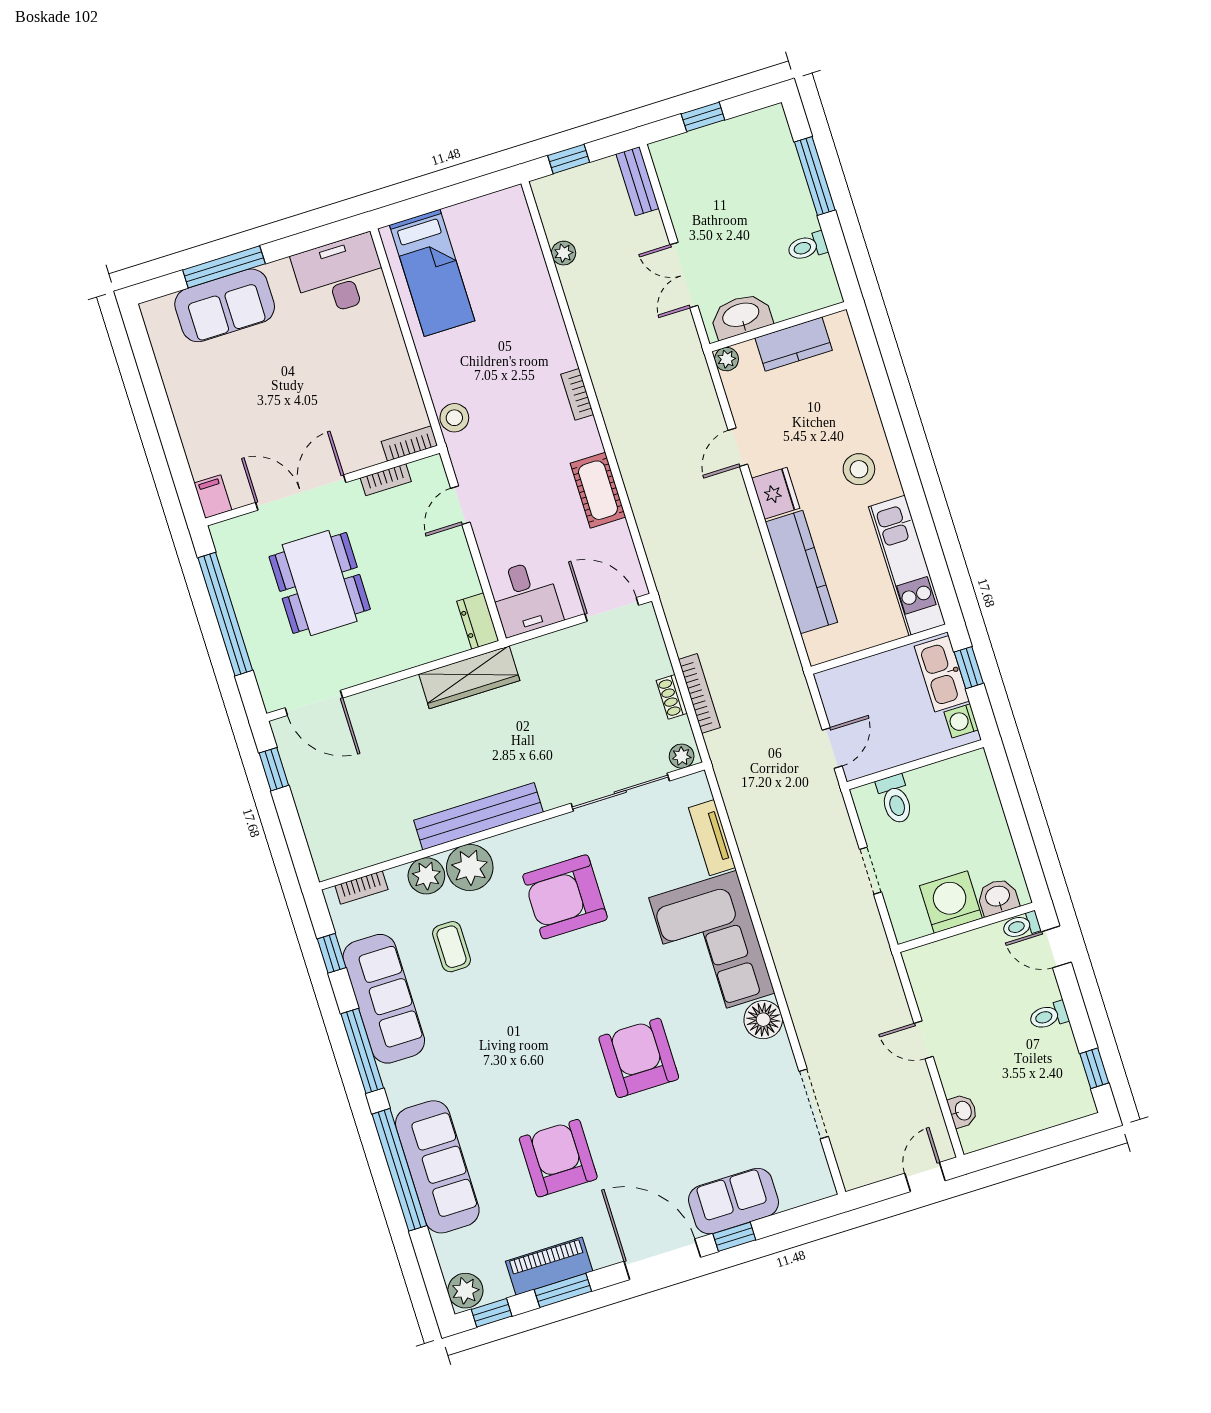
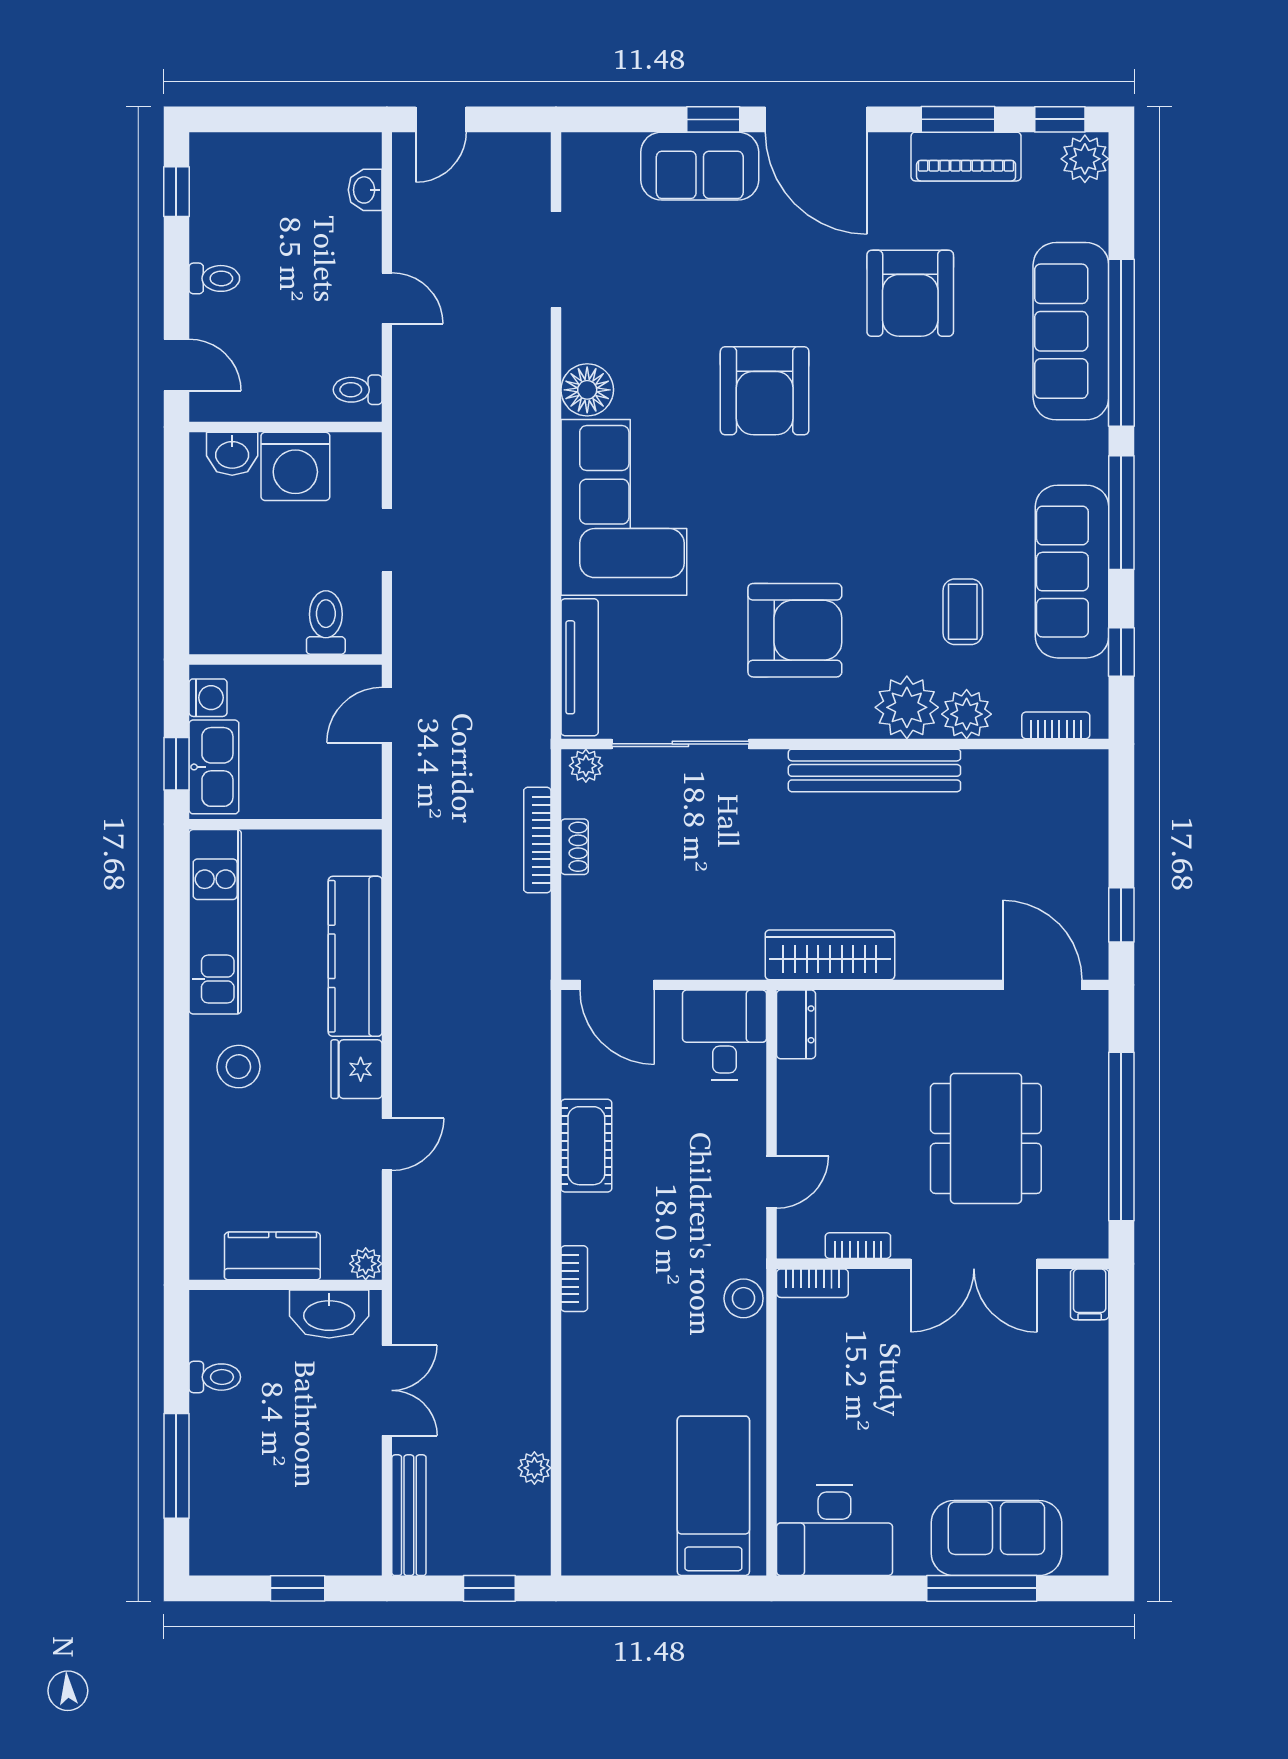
bench: (638, 181) -> (409, 1515), width x1.36
tv unit: (712, 838) -> (580, 667), width x1.41
toilet: (1021, 926) -> (358, 390), moved, turned 180

